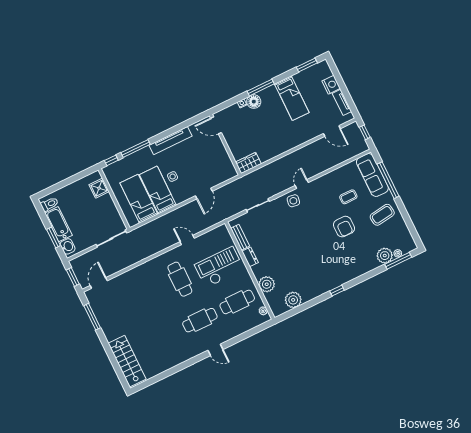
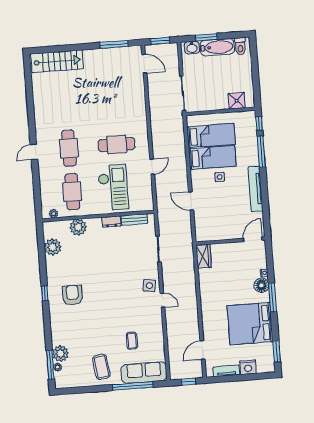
bed: (292, 98) -> (250, 324), width x2.04
armchair: (344, 227) -> (72, 295), moved, turned 90

